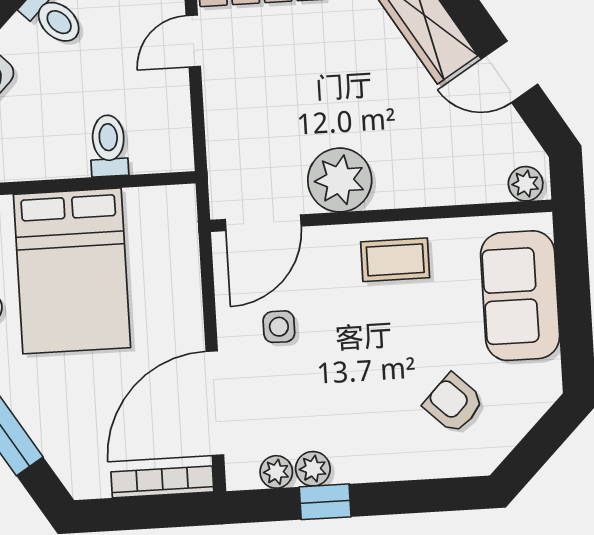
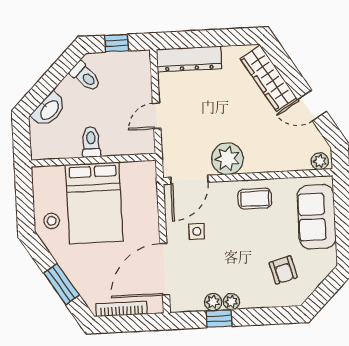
door: (193, 41) -> (157, 116), moved
toilet: (109, 146) -> (91, 142), moved
armchair: (454, 403) -> (283, 270), turned -149
plant: (276, 472) -> (231, 302), moved
bookcase: (162, 482) -> (121, 309), moved

